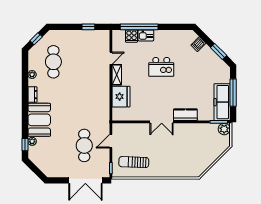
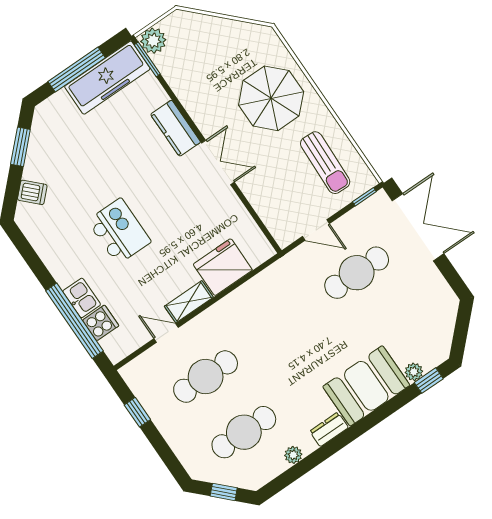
cafe table: (84, 62) -> (206, 377), added
parasol: (172, 158) -> (271, 98), added

